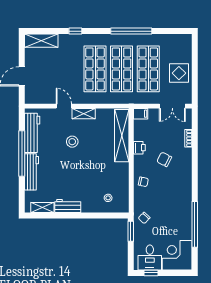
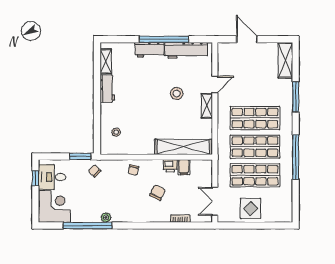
window: (75, 31) -> (296, 97), width x2.17
filing cabinet: (141, 114) -> (184, 167), moved
workbench: (32, 172) -> (150, 50), width x0.73
plant: (187, 207) -> (106, 217), added

